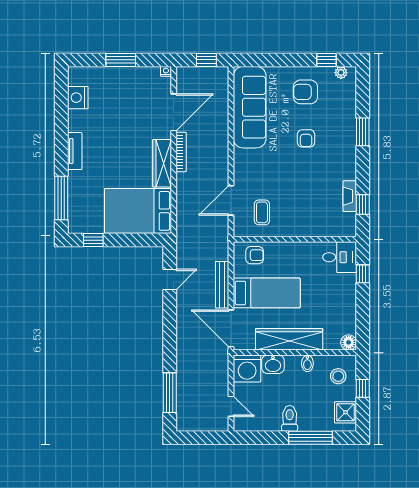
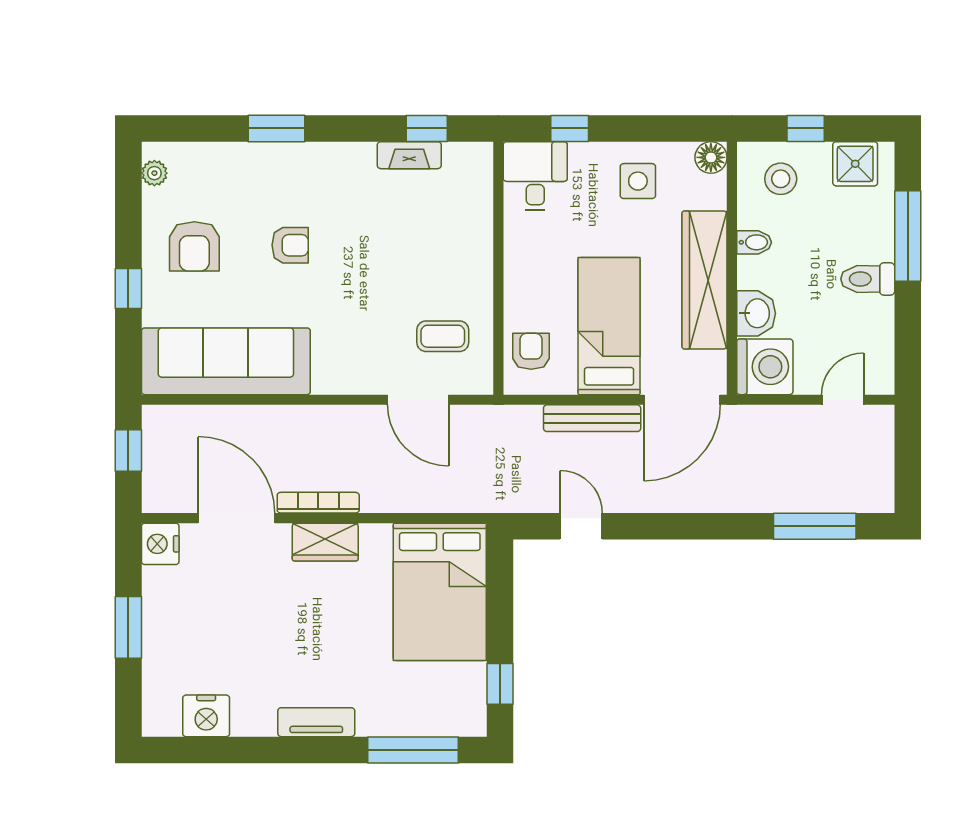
window: (326, 60) -> (128, 288), moved
nightstand: (166, 71) -> (160, 544), width x1.89, depth x1.79
wardrobe: (162, 163) -> (325, 542), width x0.67
side table: (337, 307) -> (638, 181), added

